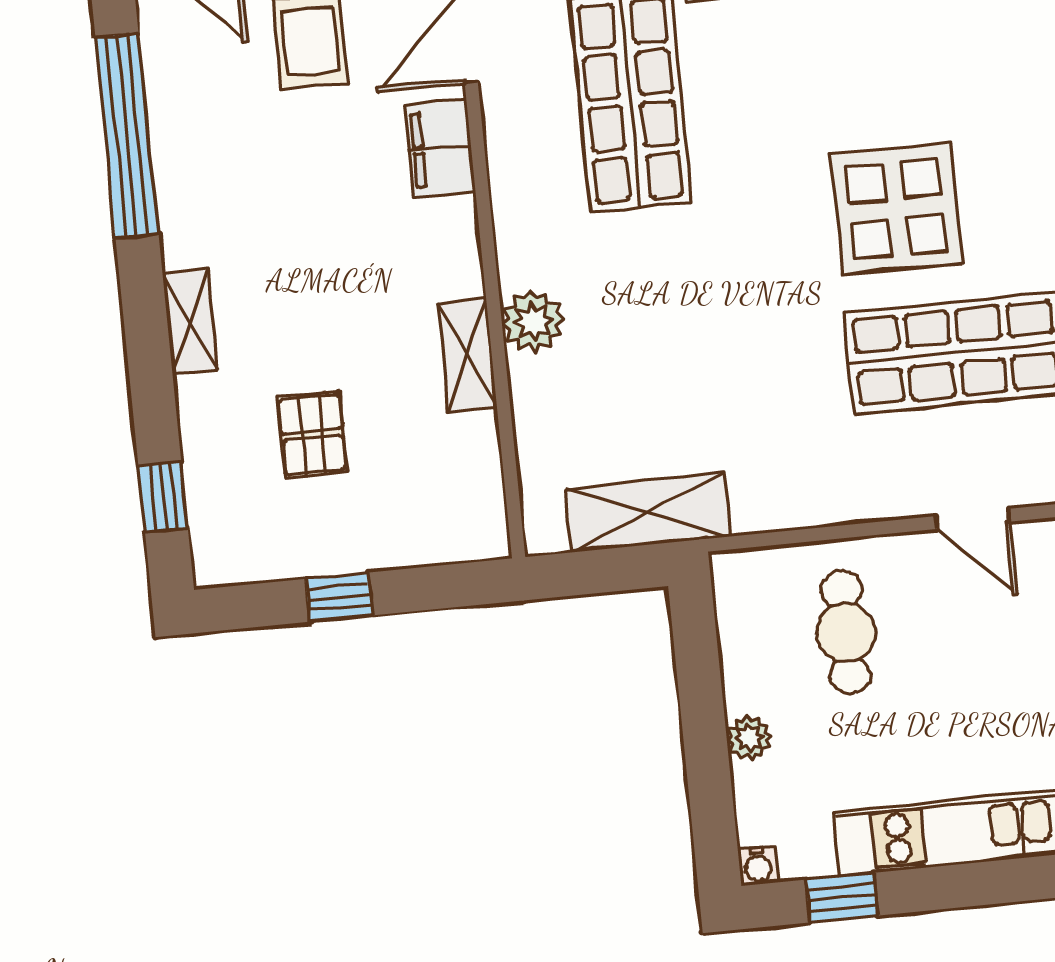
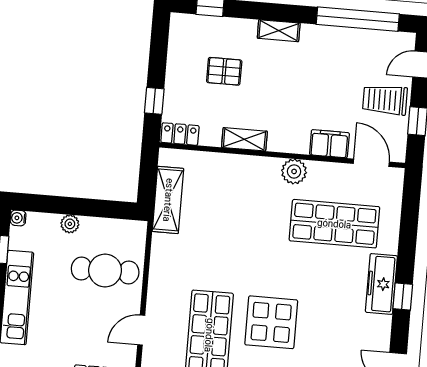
plant: (533, 322) -> (294, 171), moved
locker: (483, 513) -> (180, 134), added
window: (339, 597) -> (154, 101), moved
cafe table: (846, 632) -> (105, 270), width x1.37, depth x1.35

